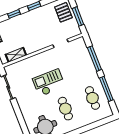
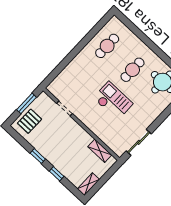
window: (94, 59) -> (64, 64), removed
checkout: (49, 83) -> (113, 101), turned 180
window: (106, 89) -> (90, 36), removed

